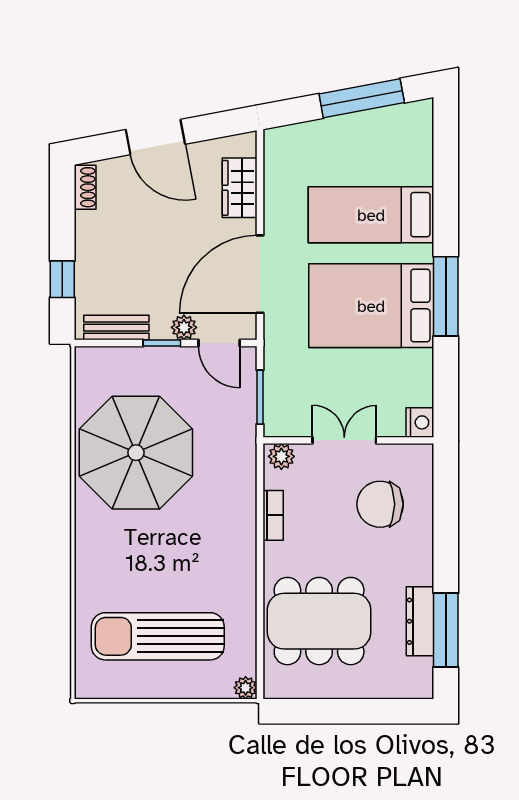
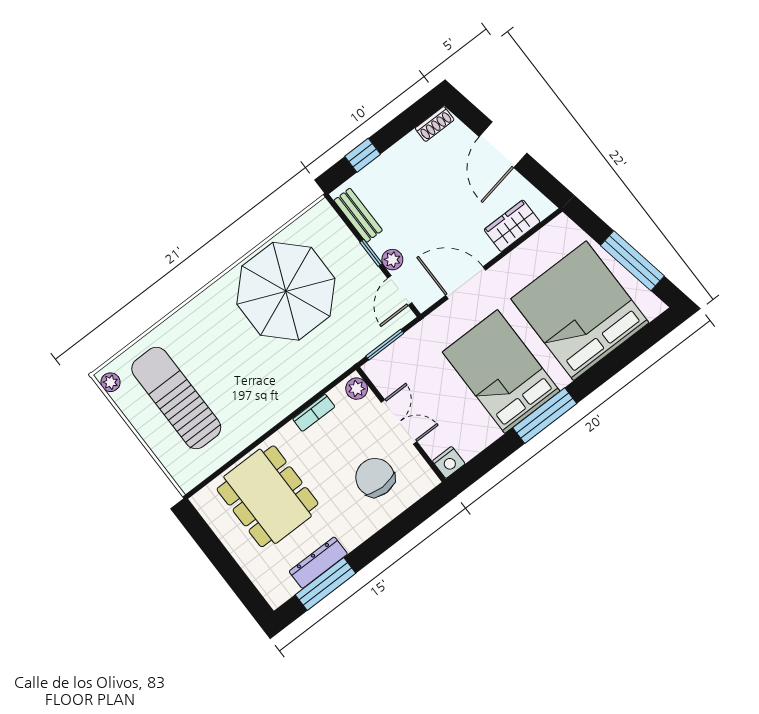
bed: (371, 215) -> (580, 311), width x2.04
door: (260, 274) -> (466, 283), width x0.73
plant: (246, 688) -> (110, 382), moved

